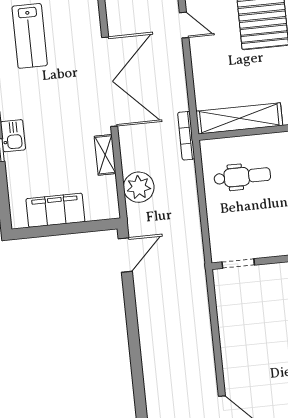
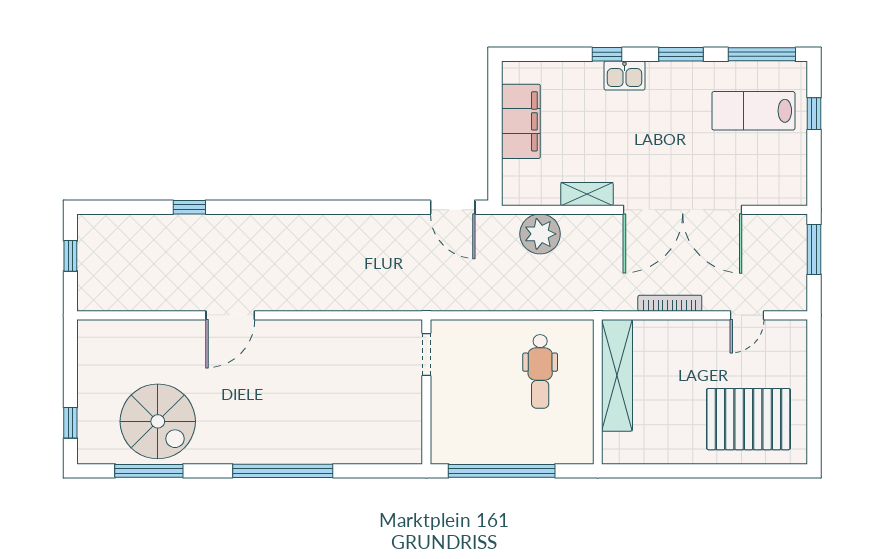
bookcase: (186, 136) -> (670, 303), moved

